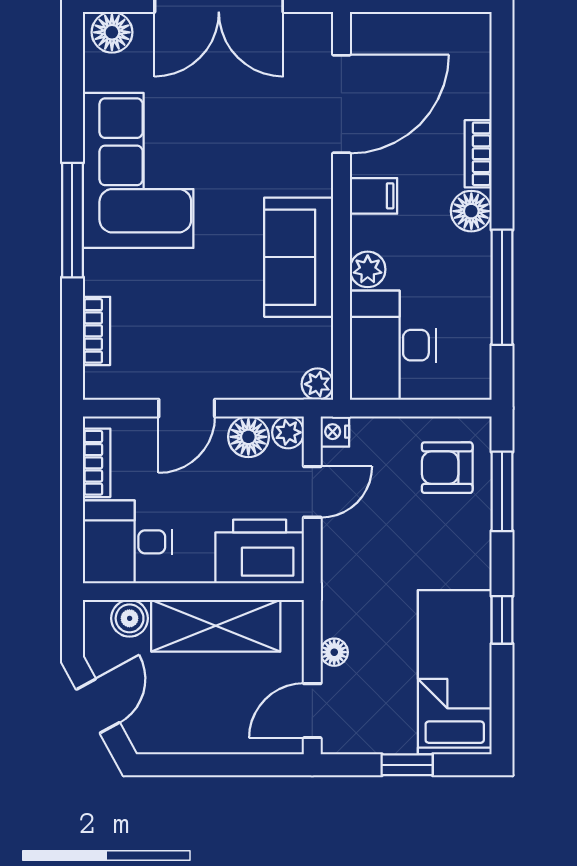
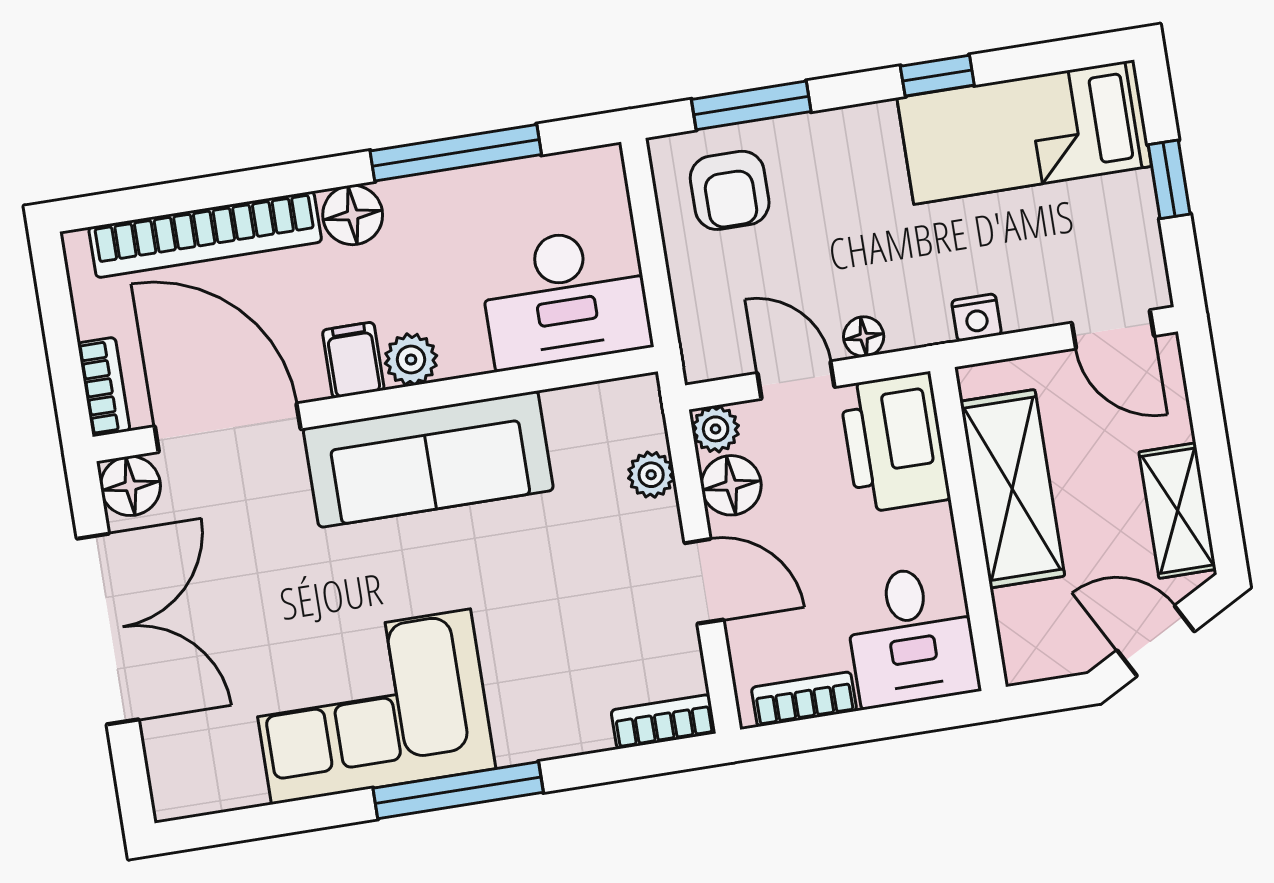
bookcase: (382, 25) -> (104, 387), added
floor lamp: (112, 32) -> (130, 486), moved
bookcase: (478, 154) -> (205, 235), width x2.31, depth x1.31
sofa: (299, 257) -> (428, 459), width x1.36
plant: (368, 269) -> (411, 360), moved
bookcase: (97, 331) -> (663, 722), moved
plant: (317, 384) -> (651, 475), moved
nightstand: (335, 432) -> (976, 318), moved
boiler: (130, 618) -> (1022, 615), removed
floor lamp: (334, 652) -> (864, 337), moved
shelving: (183, 735) -> (1177, 511), added

